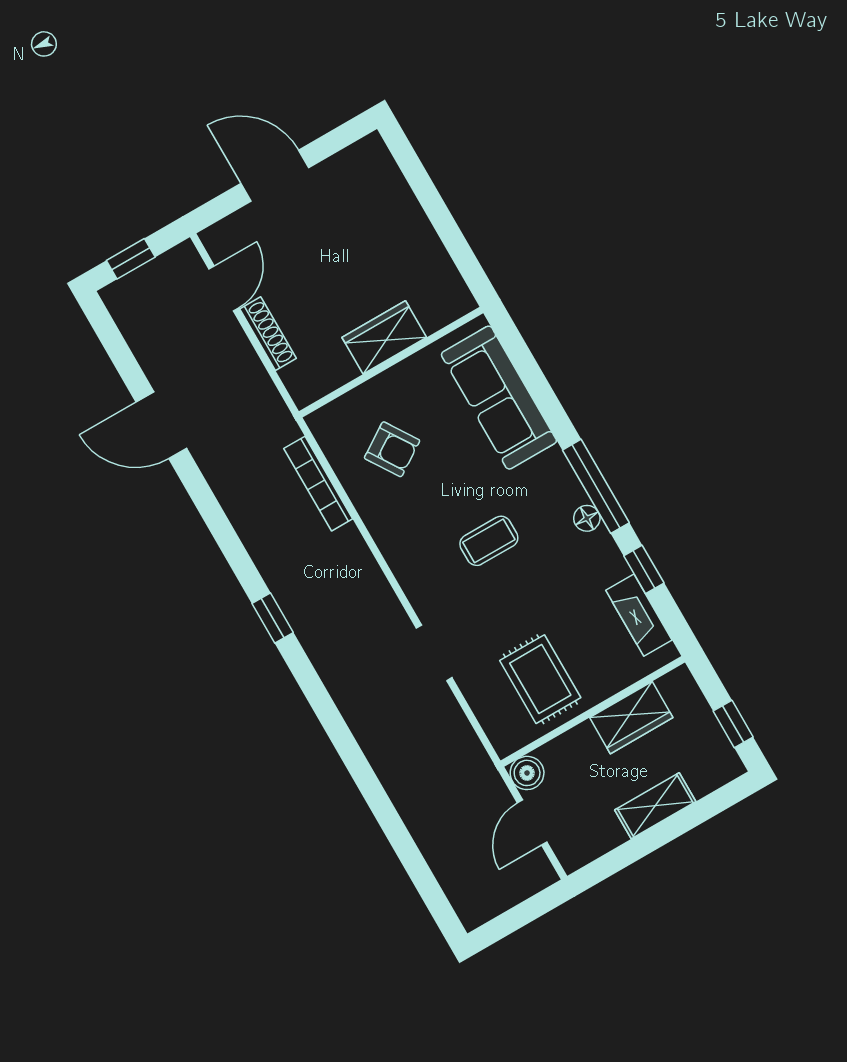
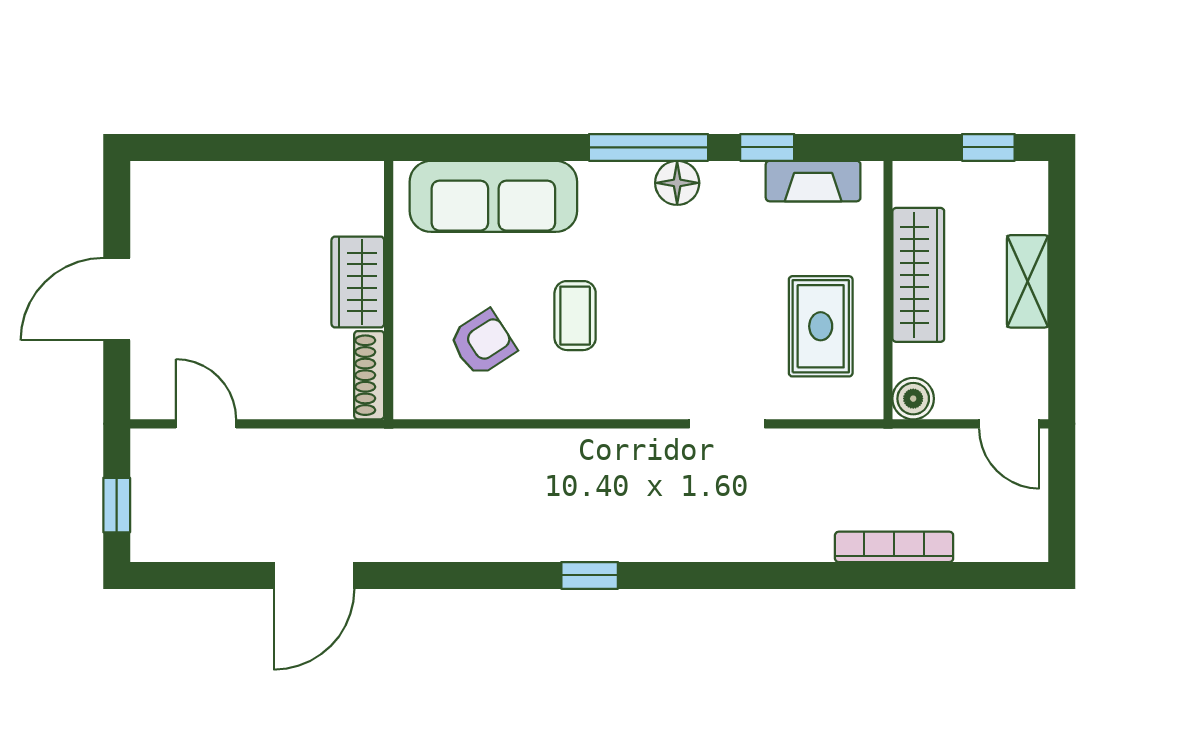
shoe rack: (268, 334) -> (369, 375), moved, turned -90
bookcase: (318, 484) -> (894, 547), moved, turned 180
floor lamp: (587, 518) -> (677, 183), width x1.37, depth x1.37
coffee table: (489, 541) -> (575, 316), moved
rug: (540, 679) -> (821, 326), turned 90
wardrobe: (631, 718) -> (918, 275), width x1.50
door: (532, 822) -> (1009, 424), moved

